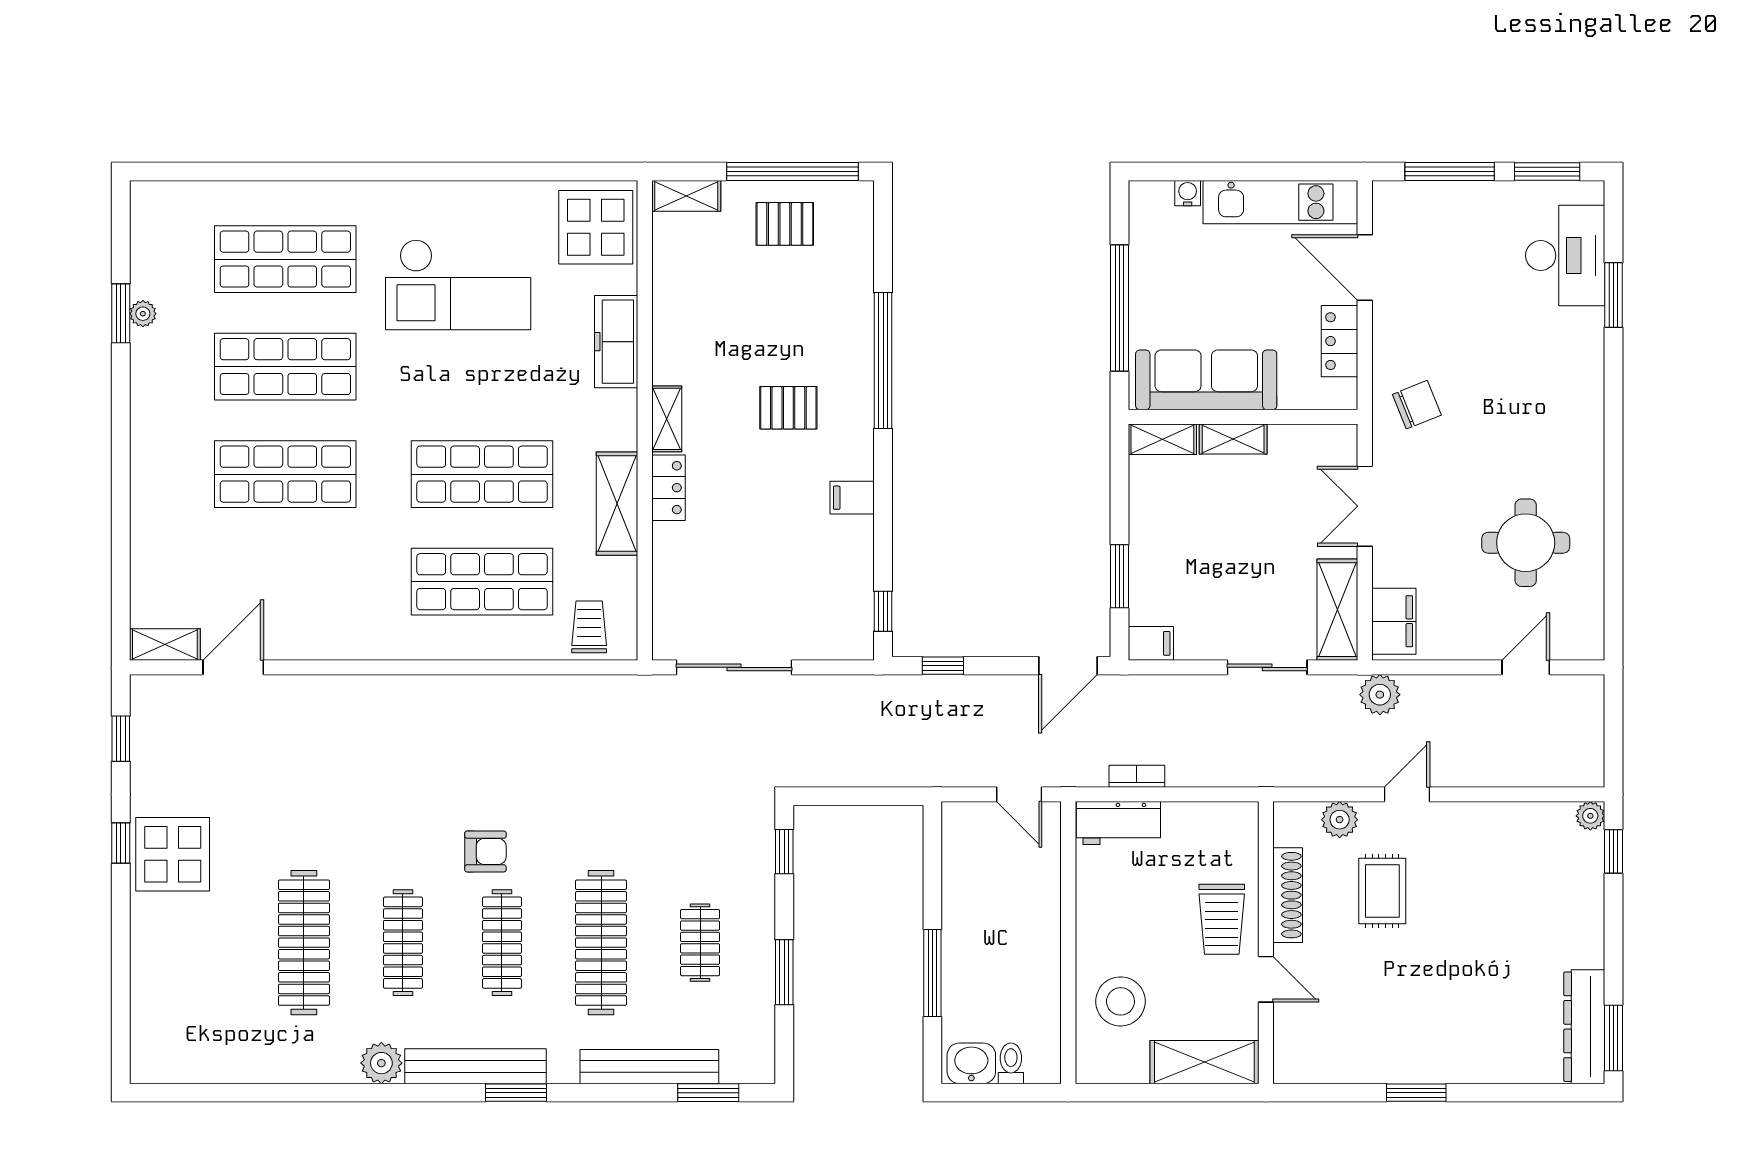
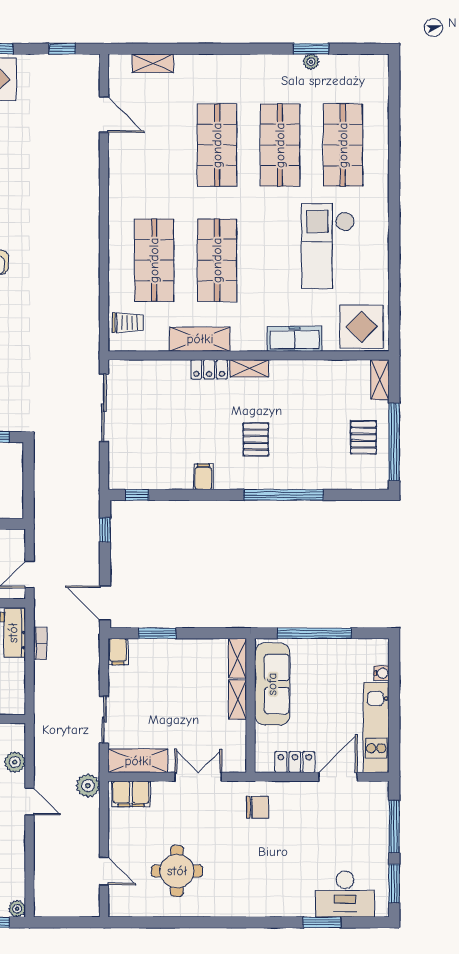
chair: (1417, 405) -> (258, 807), turned -68
shelving: (165, 644) -> (153, 63), moved, turned 90

